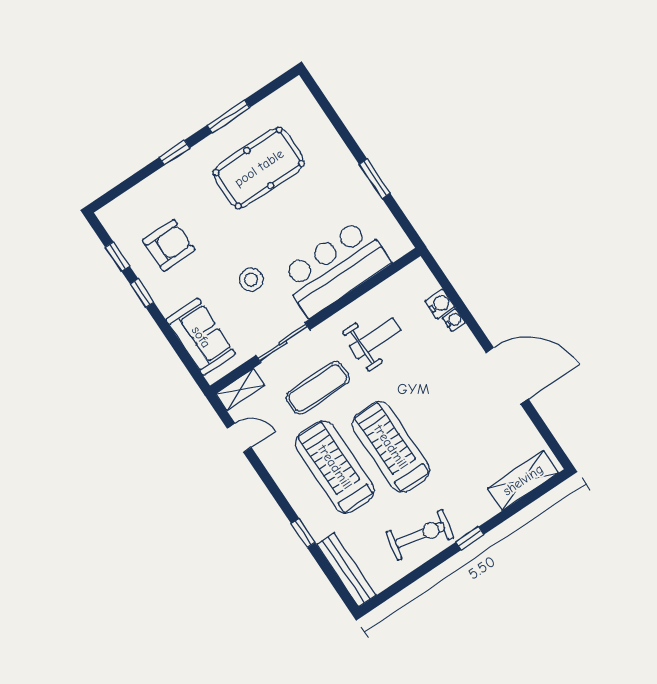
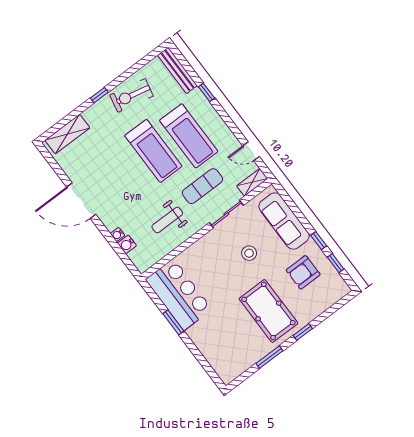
pool table: (259, 168) -> (268, 311), moved, turned 90
bar counter: (335, 268) -> (179, 294), moved, turned -90
sofa: (201, 337) -> (284, 221), width x1.36

